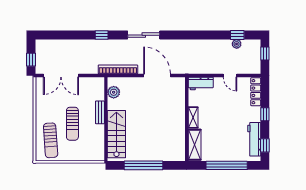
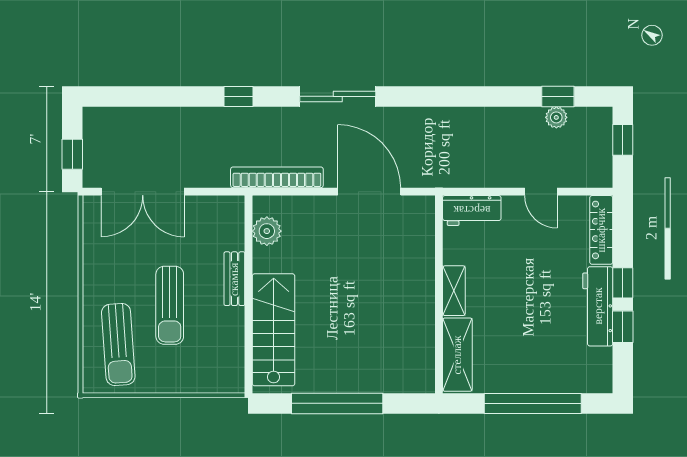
workbench: (254, 139) -> (598, 306), moved
window: (265, 145) -> (623, 327), moved

